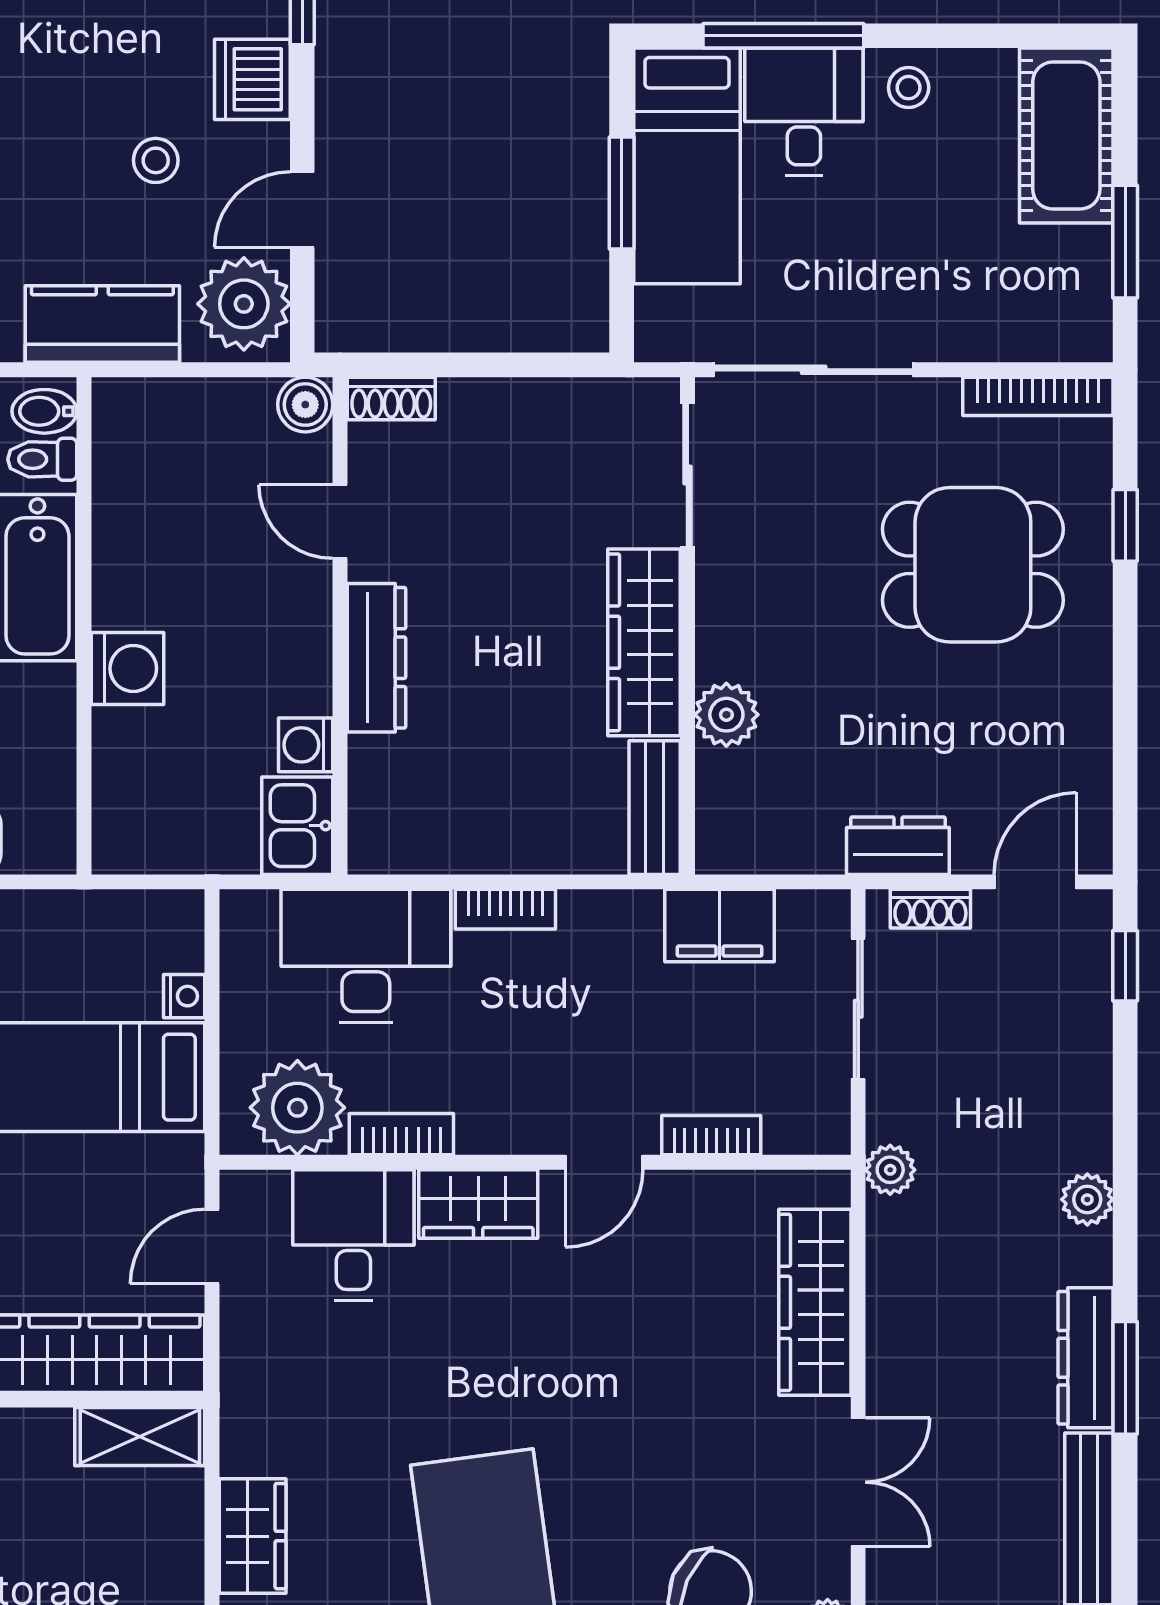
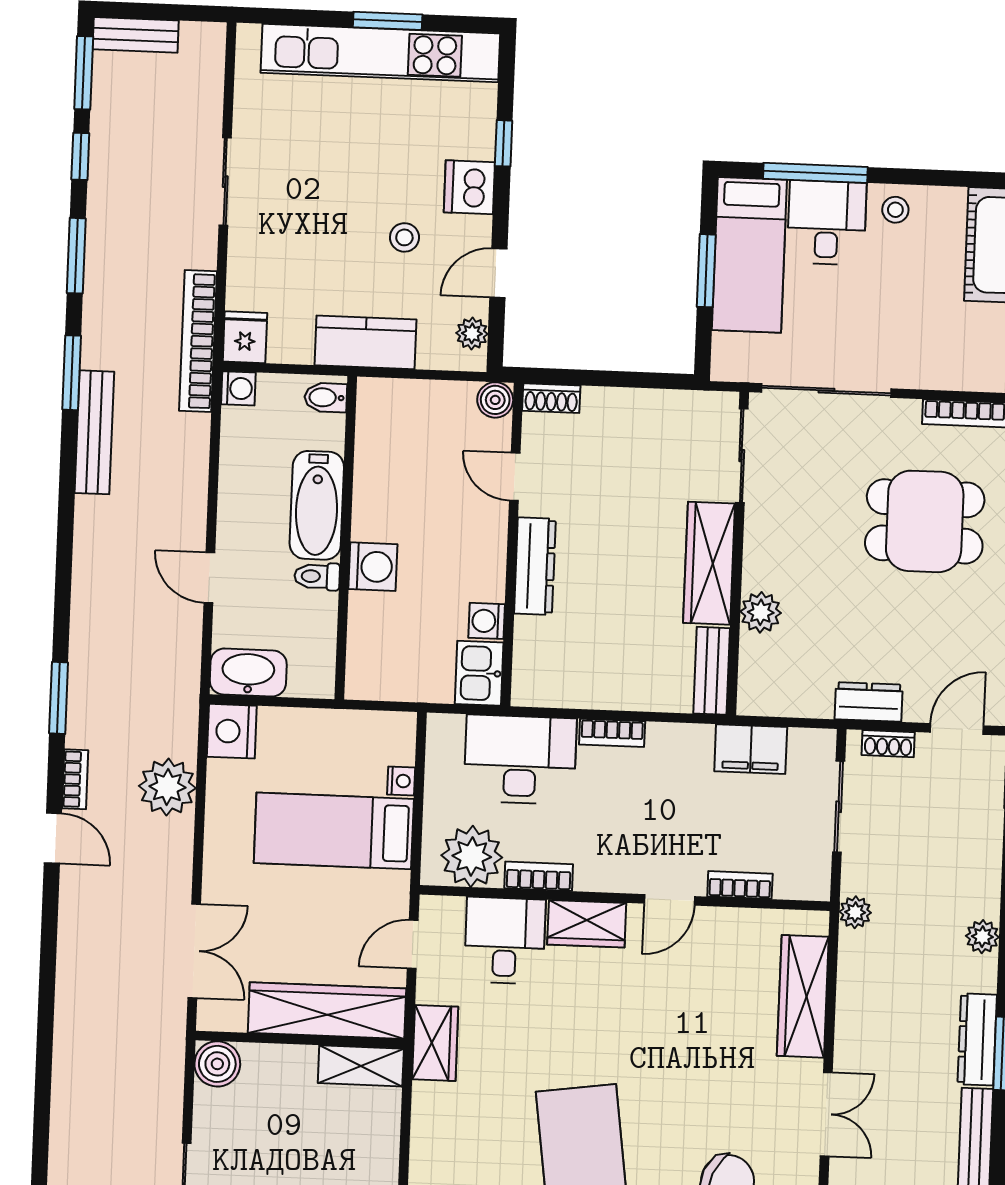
plant: (244, 304) -> (472, 333), width x0.53, depth x0.53
toilet: (42, 459) -> (317, 576), moved
wardrobe: (253, 1536) -> (435, 1043), moved

